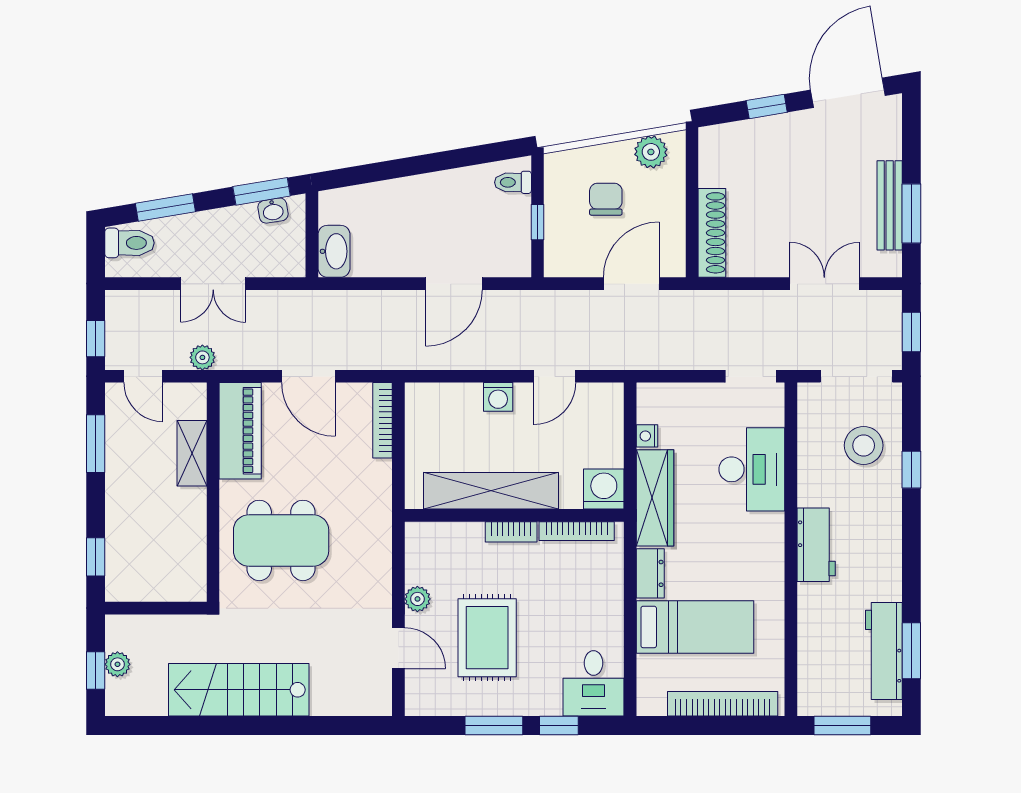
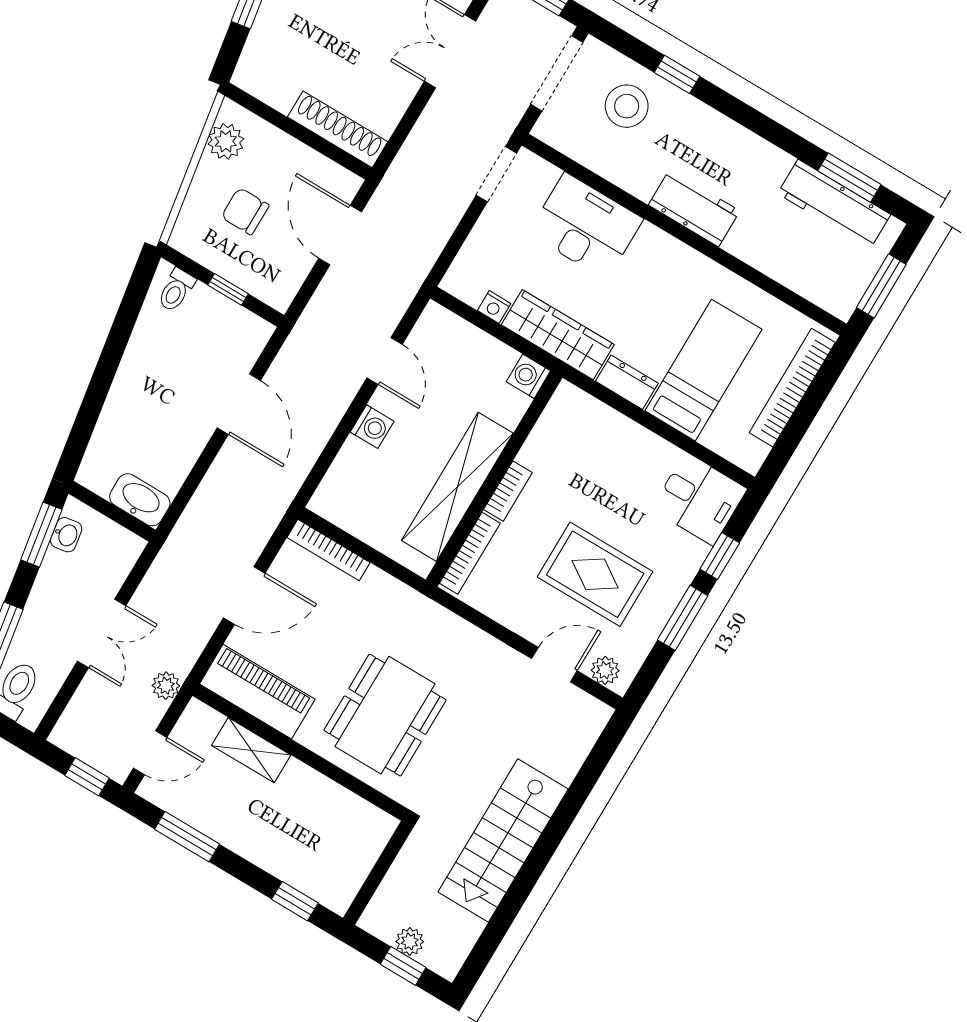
washing machine: (604, 489) -> (528, 376), width x0.73, depth x0.73
bookcase: (577, 531) -> (470, 553), moved
plant: (417, 599) -> (605, 670), moved

